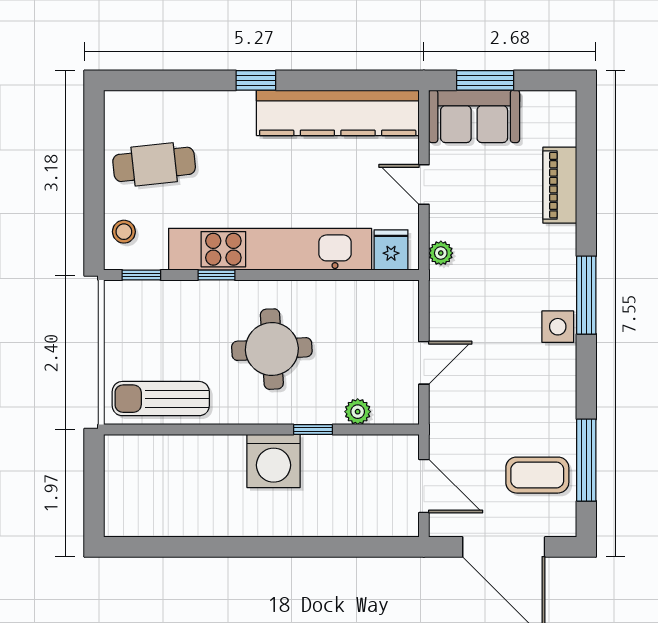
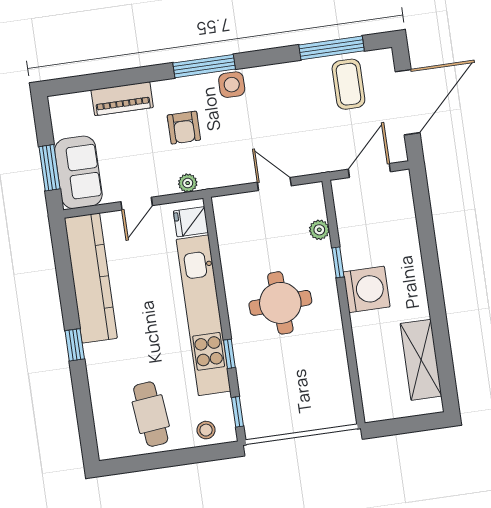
armchair: (512, 258) -> (184, 128), added
sun lounger: (161, 399) -> (331, 383), removed
shelving: (174, 517) -> (421, 360), added

